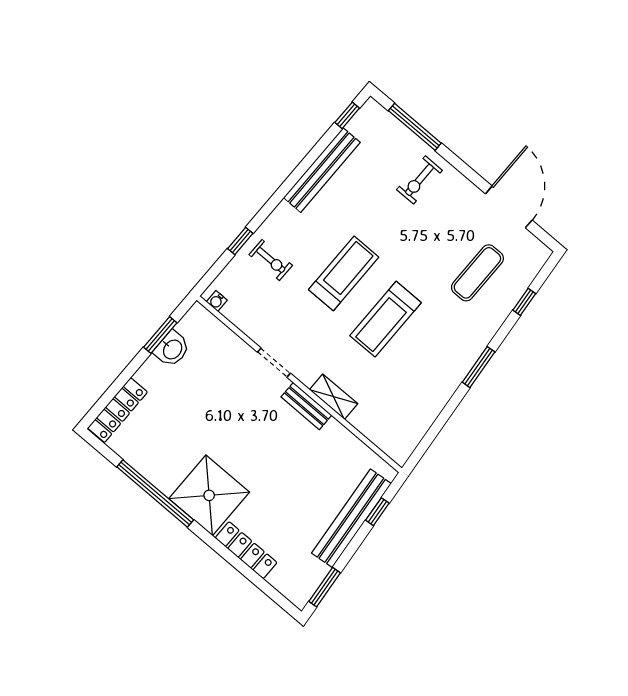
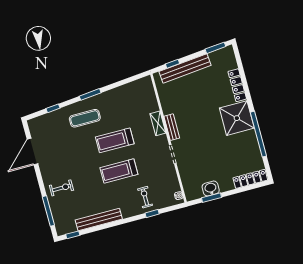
exercise mat: (477, 273) -> (85, 118), moved
treadmill: (386, 319) -> (115, 140), turned 180

